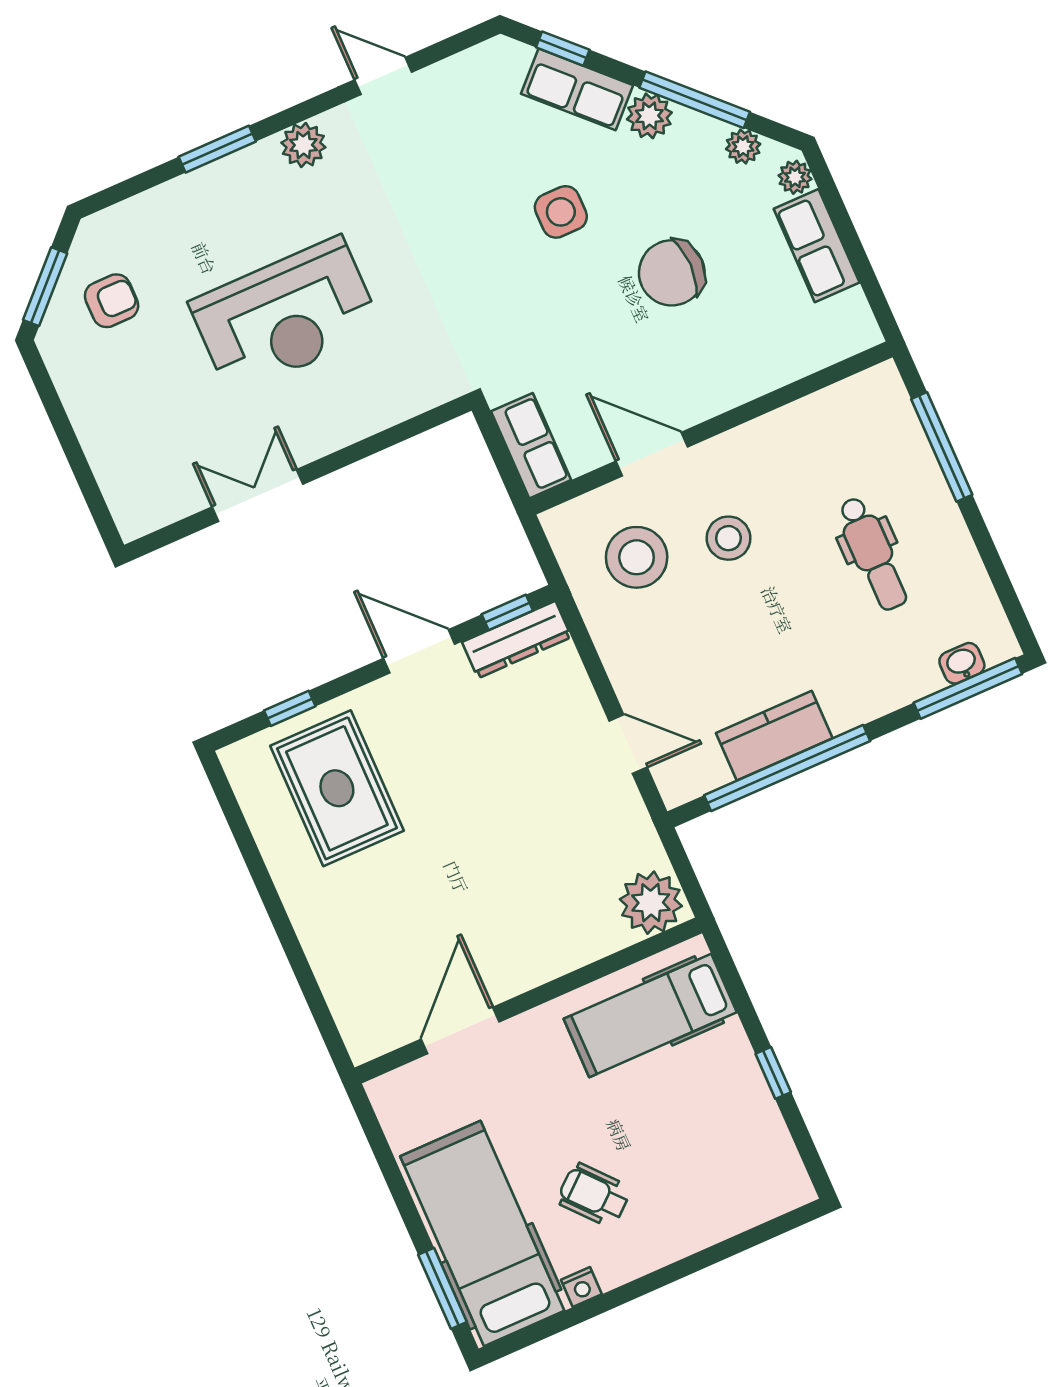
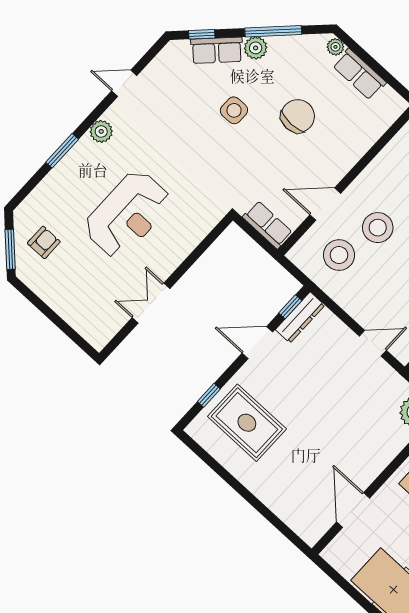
plant: (743, 147) -> (305, 43), removed
chair: (672, 273) -> (298, 116), turned 180
stool: (728, 538) -> (378, 228), width x1.38, depth x1.38

